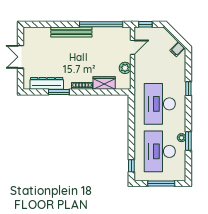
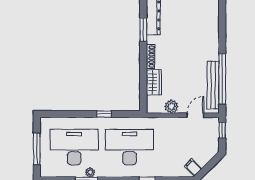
bench: (71, 32) -> (213, 85), moved
door: (132, 47) -> (195, 115), swing flipped
window: (131, 166) -> (104, 114), moved

